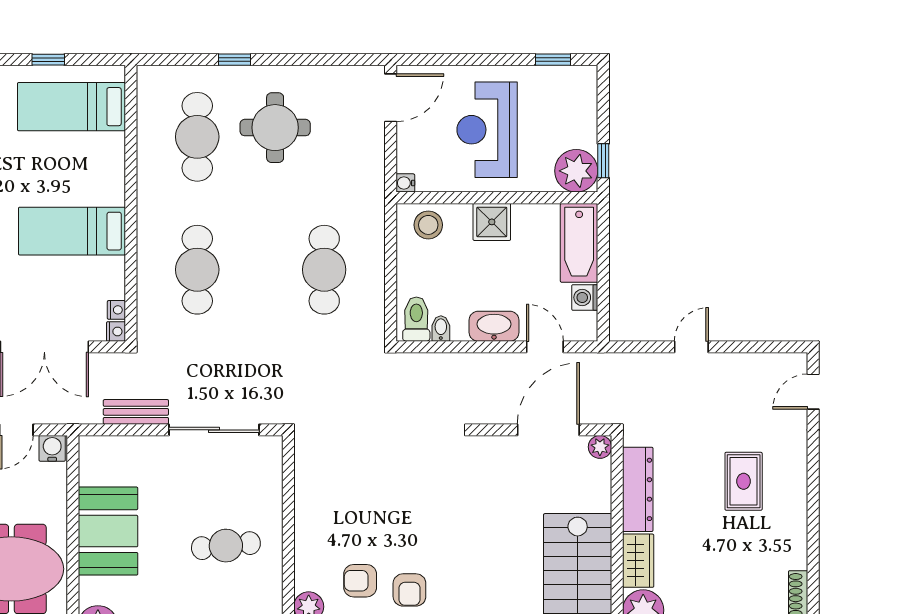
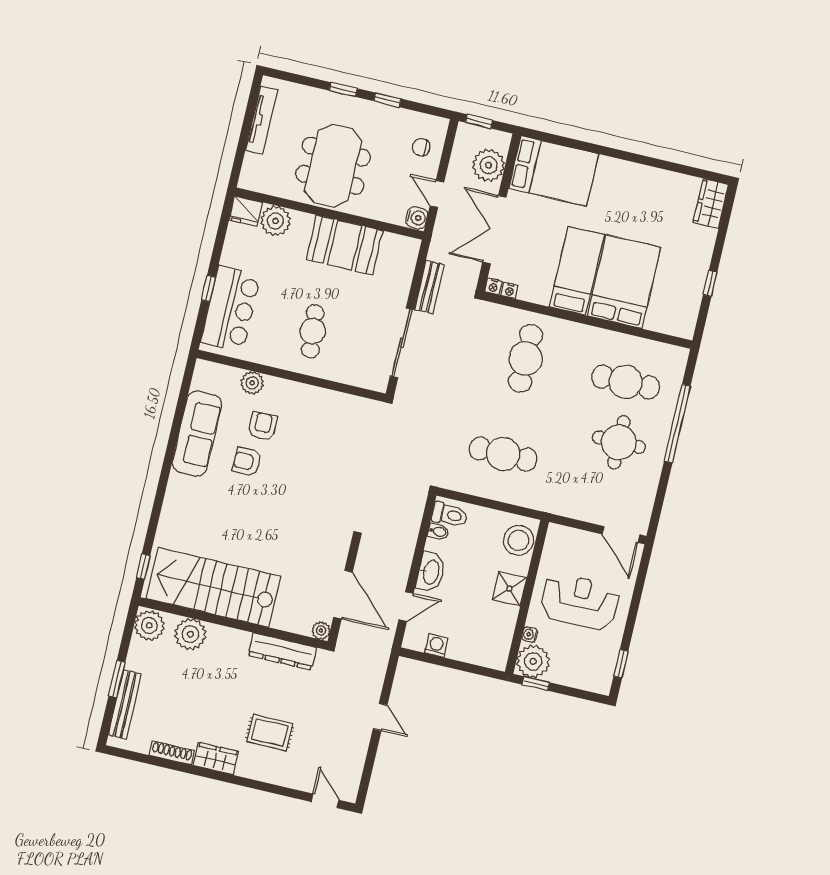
window: (235, 60) -> (677, 424), width x3.17
bed: (71, 107) -> (624, 282), moved, width x1.50
water cooler: (405, 183) -> (530, 634), moved, turned -90
stool: (428, 225) -> (518, 540), width x1.38, depth x1.38
bathtub: (579, 243) -> (478, 651), removed
cafe table: (197, 270) -> (526, 358), turned 90
wardrobe: (638, 561) -> (216, 758), moved, turned 180

